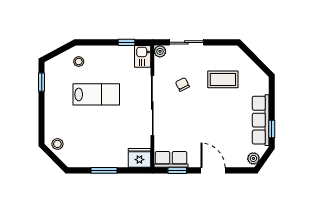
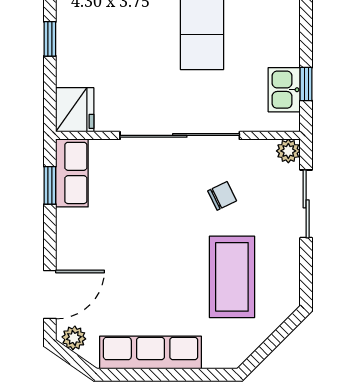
kitchen sink: (143, 56) -> (284, 90), moved, turned -90
coffee table: (223, 79) -> (232, 277), width x1.36, depth x1.32
window: (272, 129) -> (133, 375), removed
window: (104, 170) -> (50, 39), width x0.67
door: (213, 170) -> (50, 295), moved

